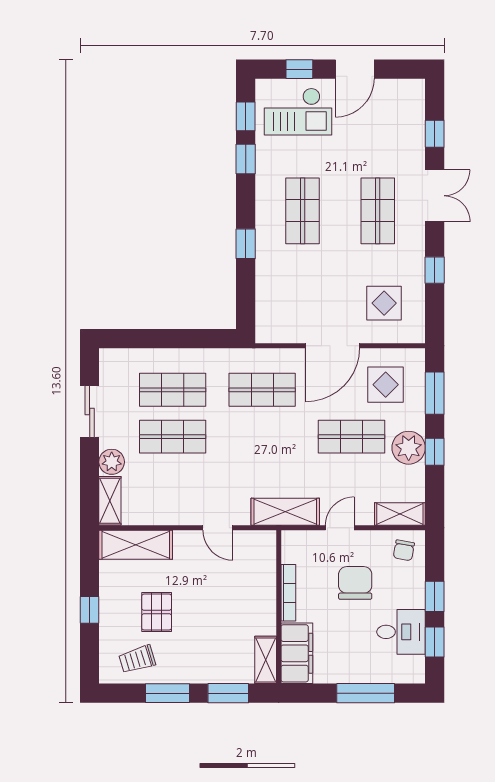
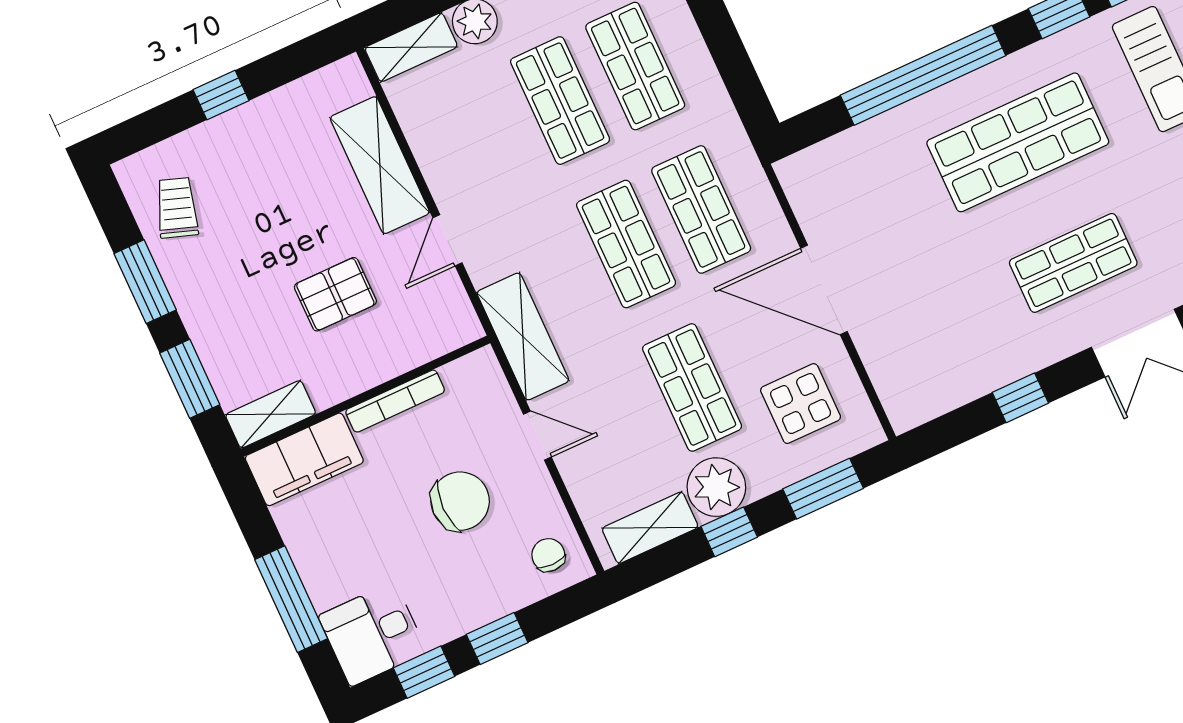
shop shelf: (303, 211) -> (1018, 142), width x1.43, depth x1.36
window: (246, 244) -> (923, 75), width x3.17
display table: (384, 303) -> (930, 341), removed
shop shelf: (262, 437) -> (626, 244), added
shelving: (400, 514) -> (650, 528), moved, turned 90
shelving: (136, 545) -> (380, 165), moved
chair: (404, 550) -> (548, 555), turned 80
pallet: (157, 612) -> (335, 294), moved
desk: (401, 632) -> (372, 634), moved, turned 90
trolley: (137, 659) -> (177, 208), turned 36

